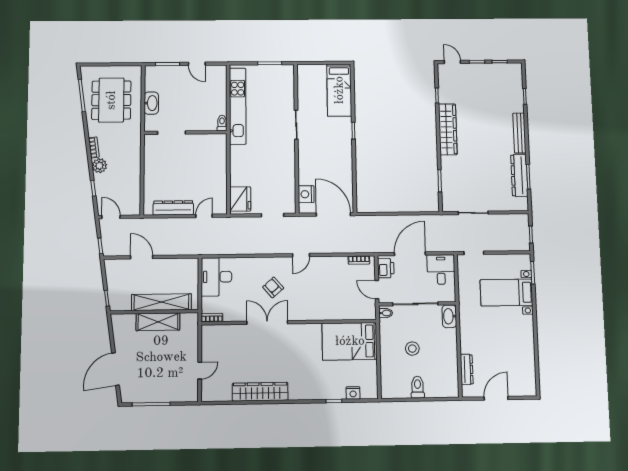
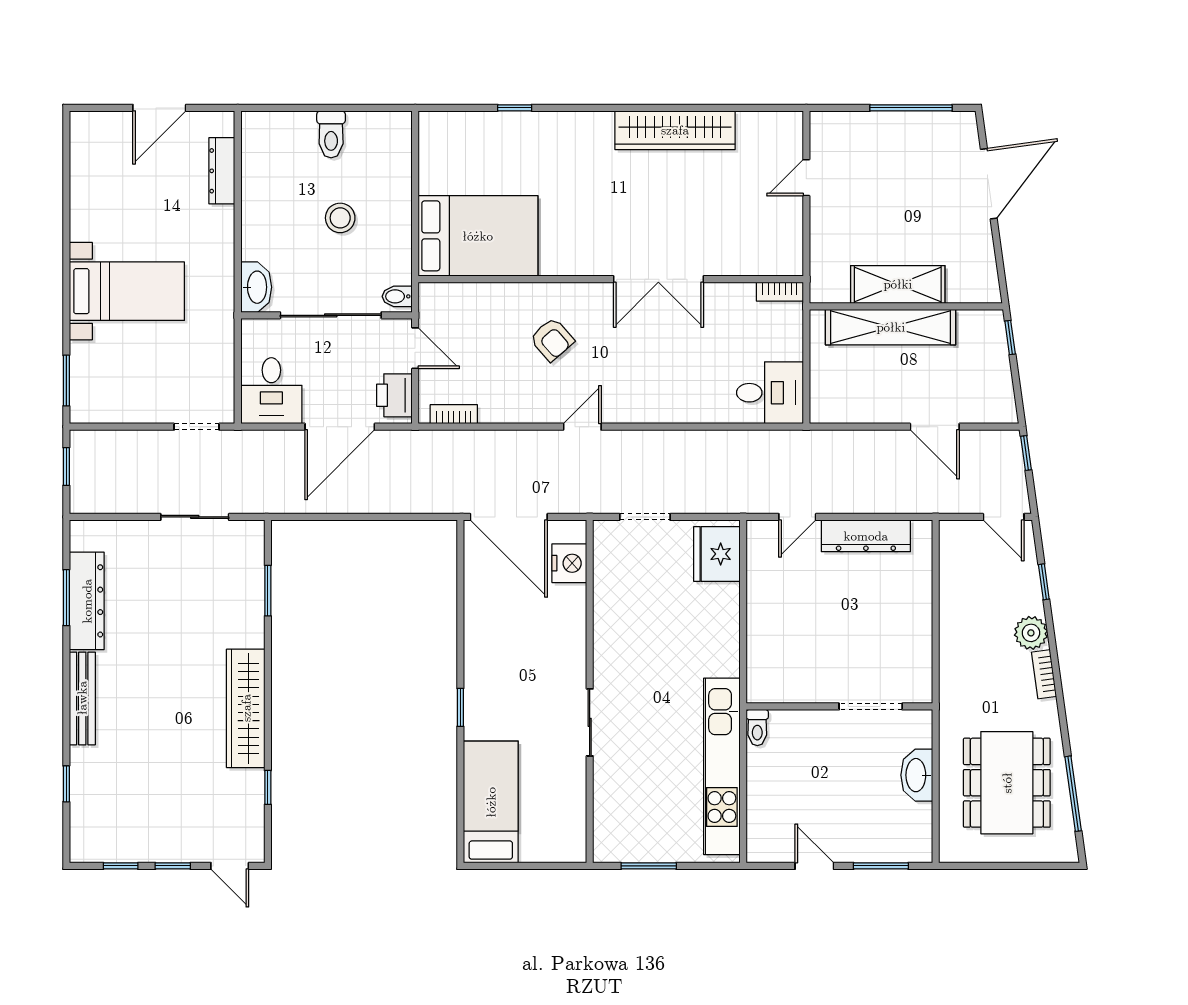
desk: (216, 277) -> (770, 393), width x0.73
armchair: (273, 287) -> (552, 340), moved
bed with nightstands: (506, 292) -> (127, 291), moved
nightstand: (353, 393) -> (472, 124), removed

